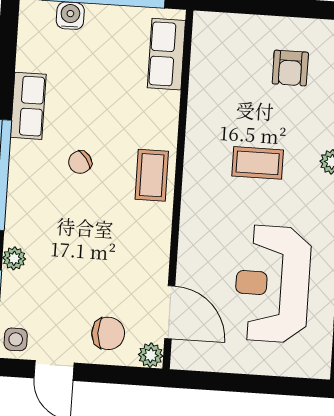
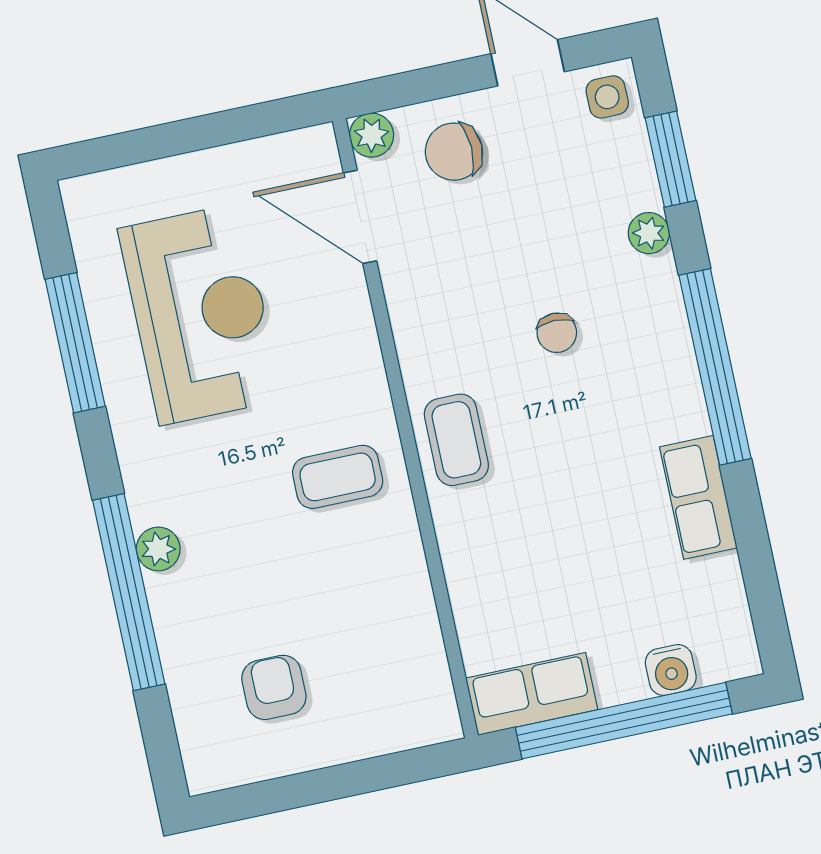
row of seats: (166, 54) -> (532, 694), moved, turned -90
chair: (80, 162) -> (557, 333), moved, turned 126
coffee table: (258, 163) -> (338, 477), moved

